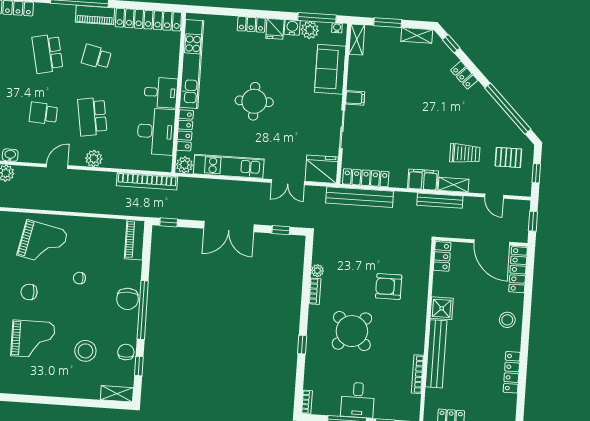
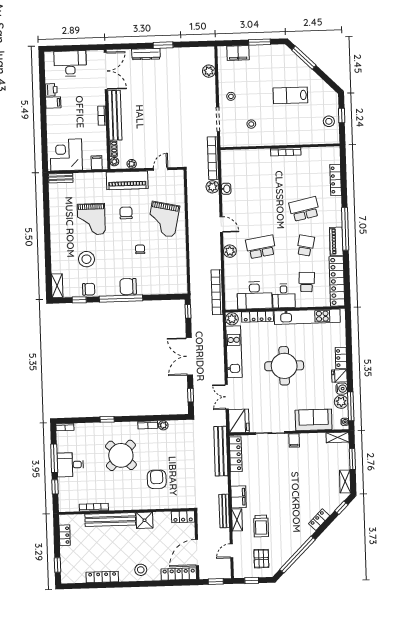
round table: (254, 101) -> (284, 366), width x1.36, depth x1.36
school desk: (43, 113) -> (307, 282), moved
piano: (135, 240) -> (173, 287), removed

